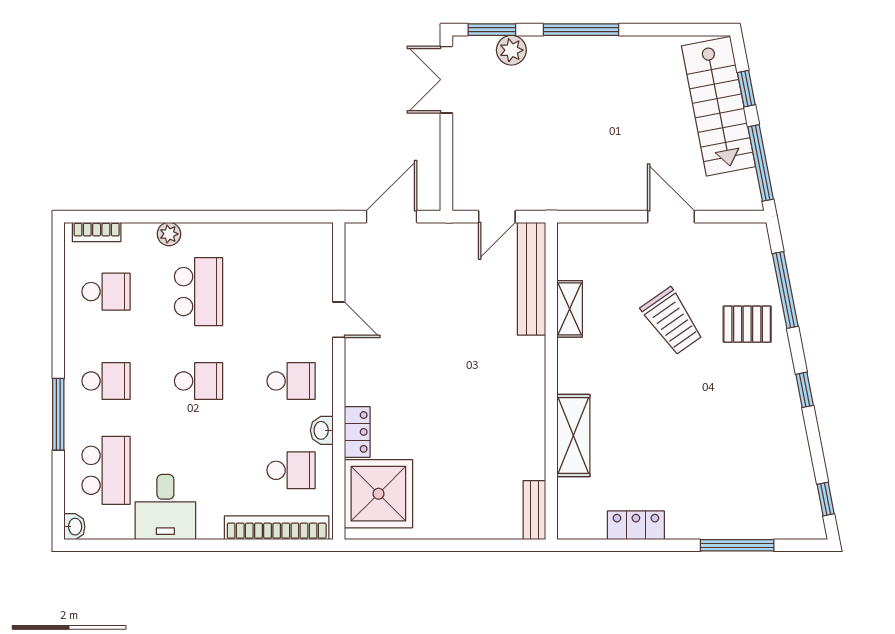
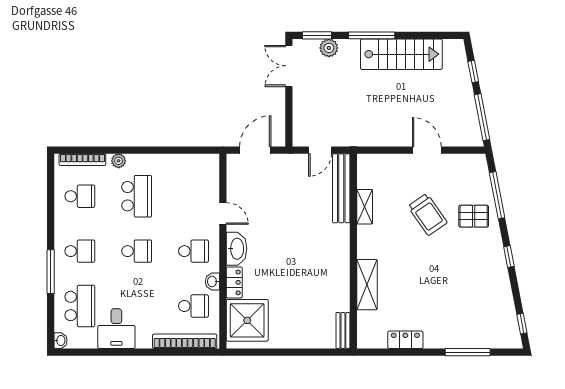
stairs: (718, 106) -> (401, 54), moved, turned -79
bookcase: (97, 232) -> (82, 160), width x1.56
washbasin: (361, 377) -> (237, 249), added

